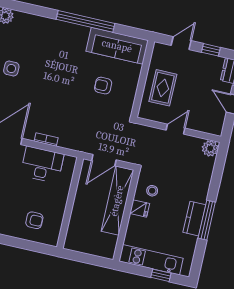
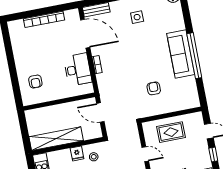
sofa: (117, 46) -> (181, 54), moved
shelving: (117, 201) -> (56, 139), moved

